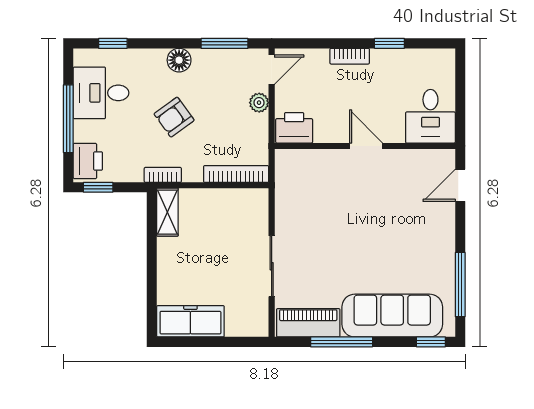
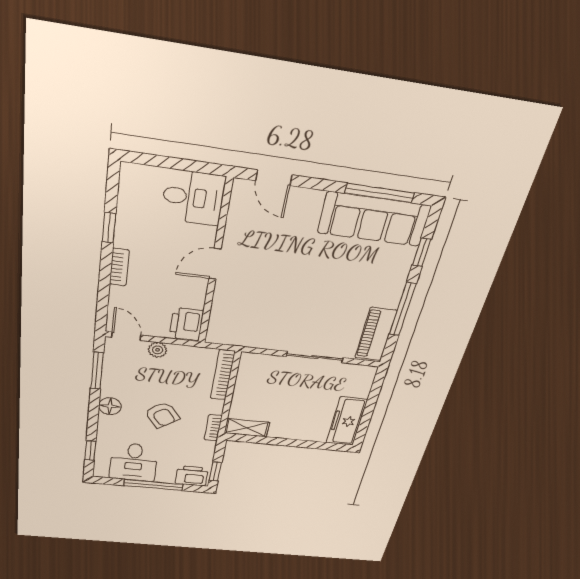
sofa: (392, 316) -> (374, 219), moved, turned -90
window: (431, 342) -> (422, 252), moved

